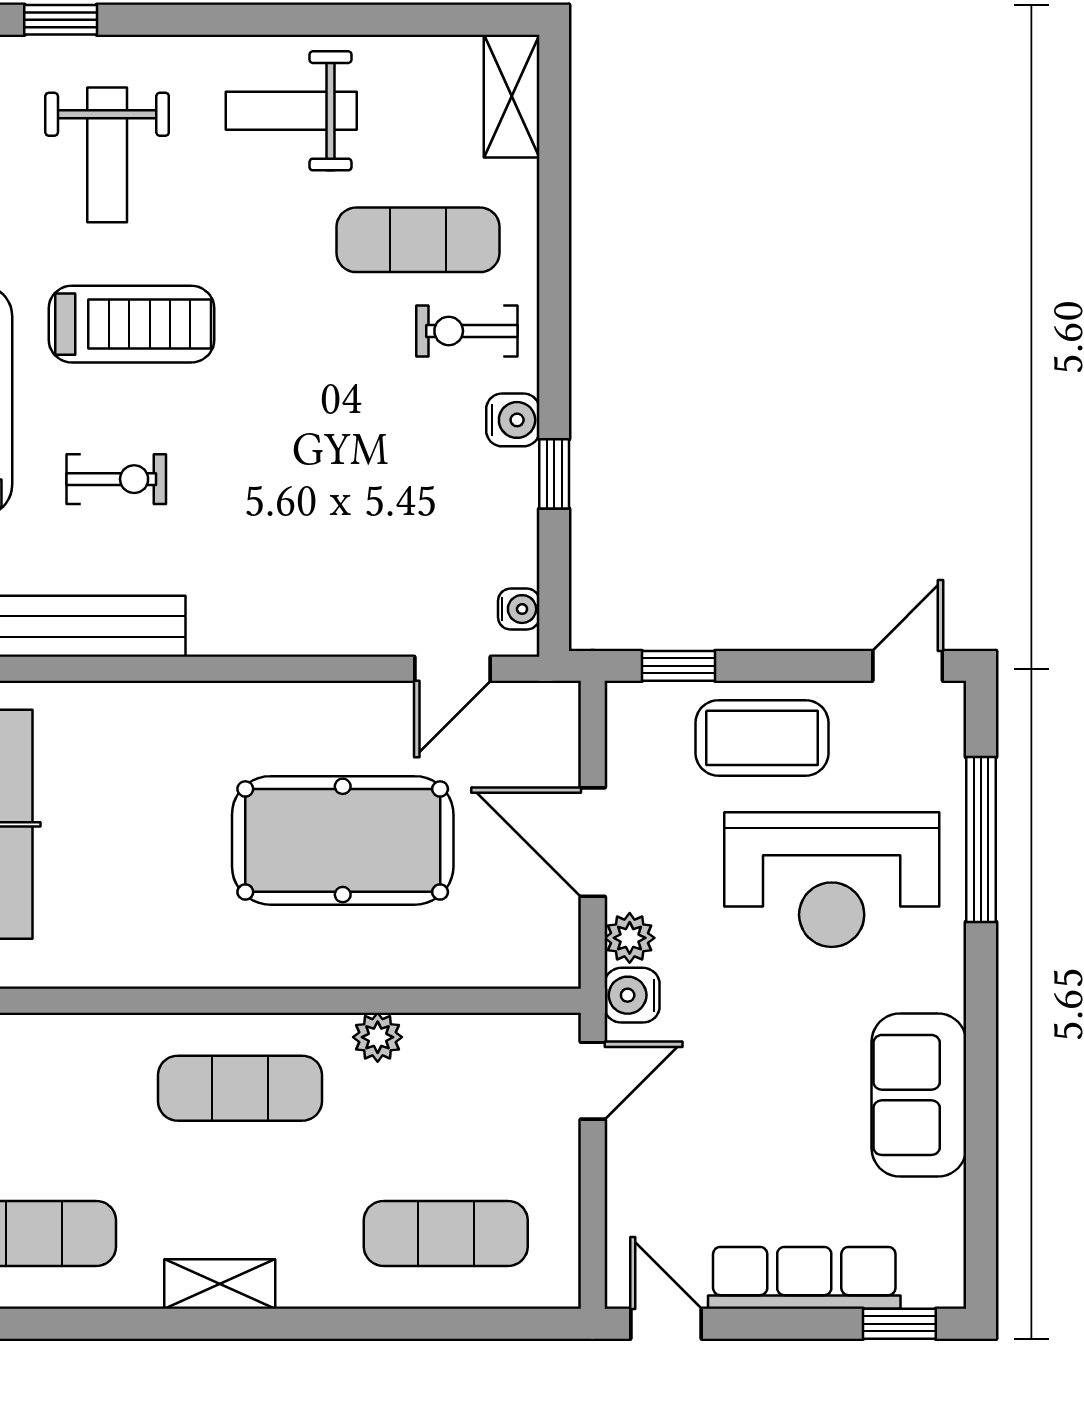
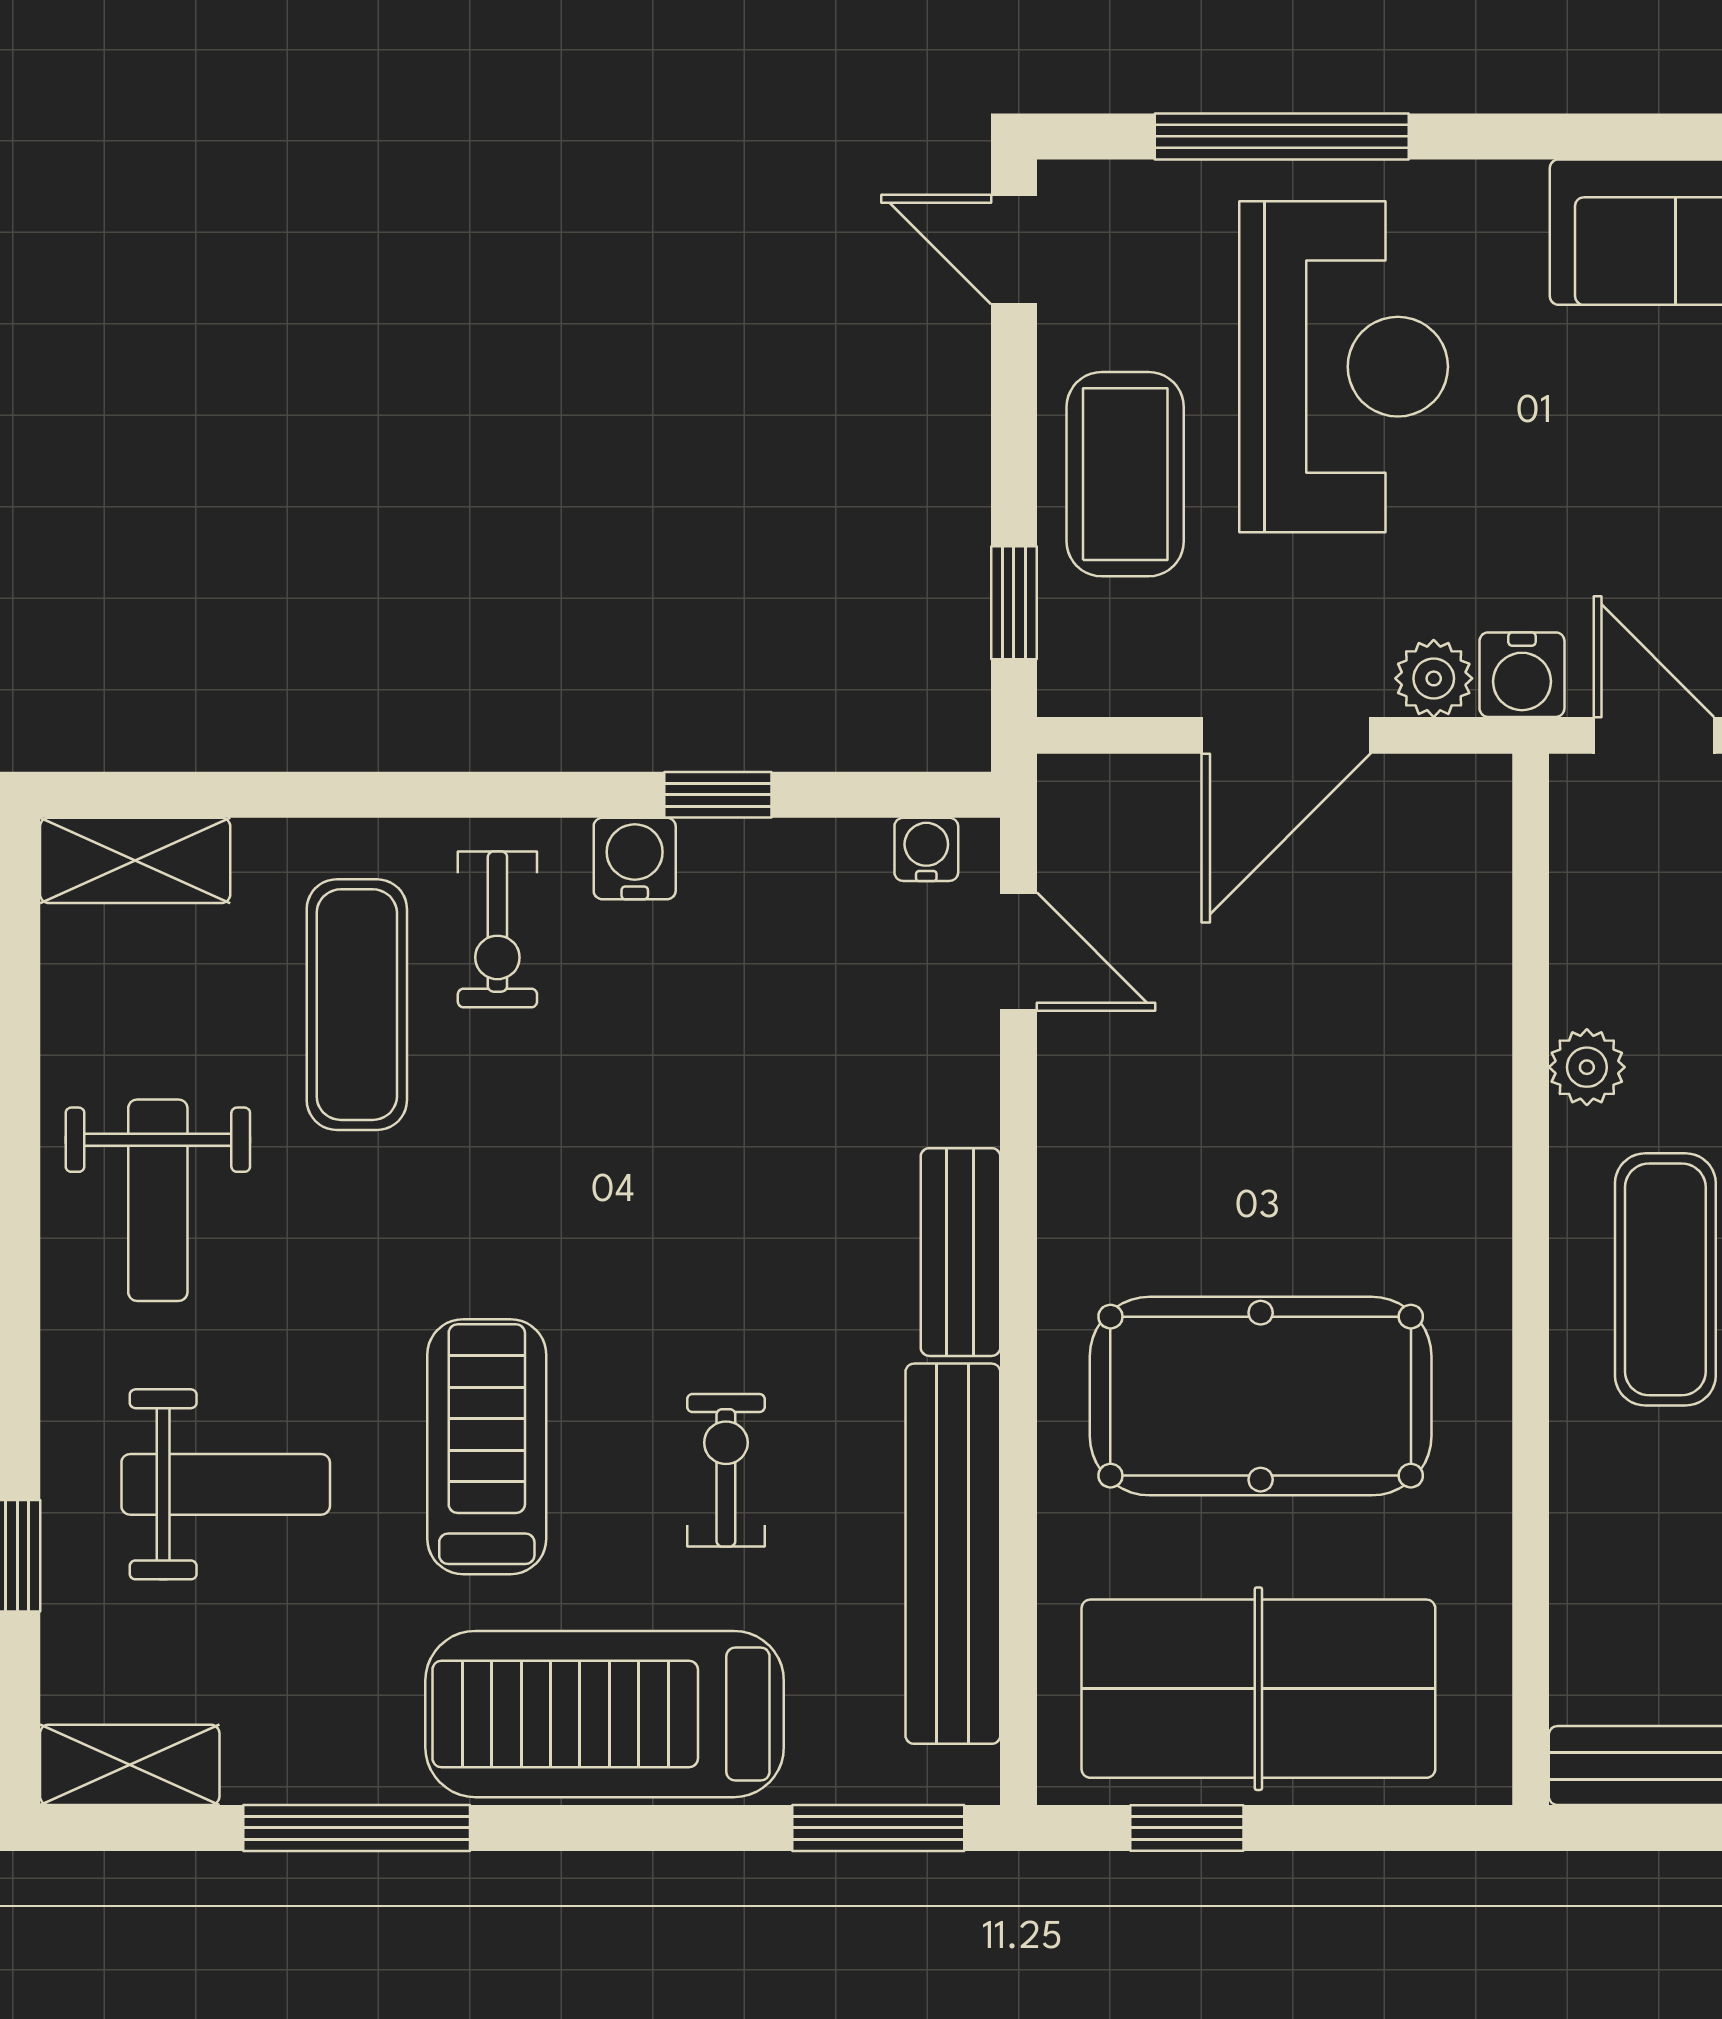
bench: (258, 631) -> (960, 1252), added
pool table: (343, 840) -> (1261, 1396), moved, turned 90

